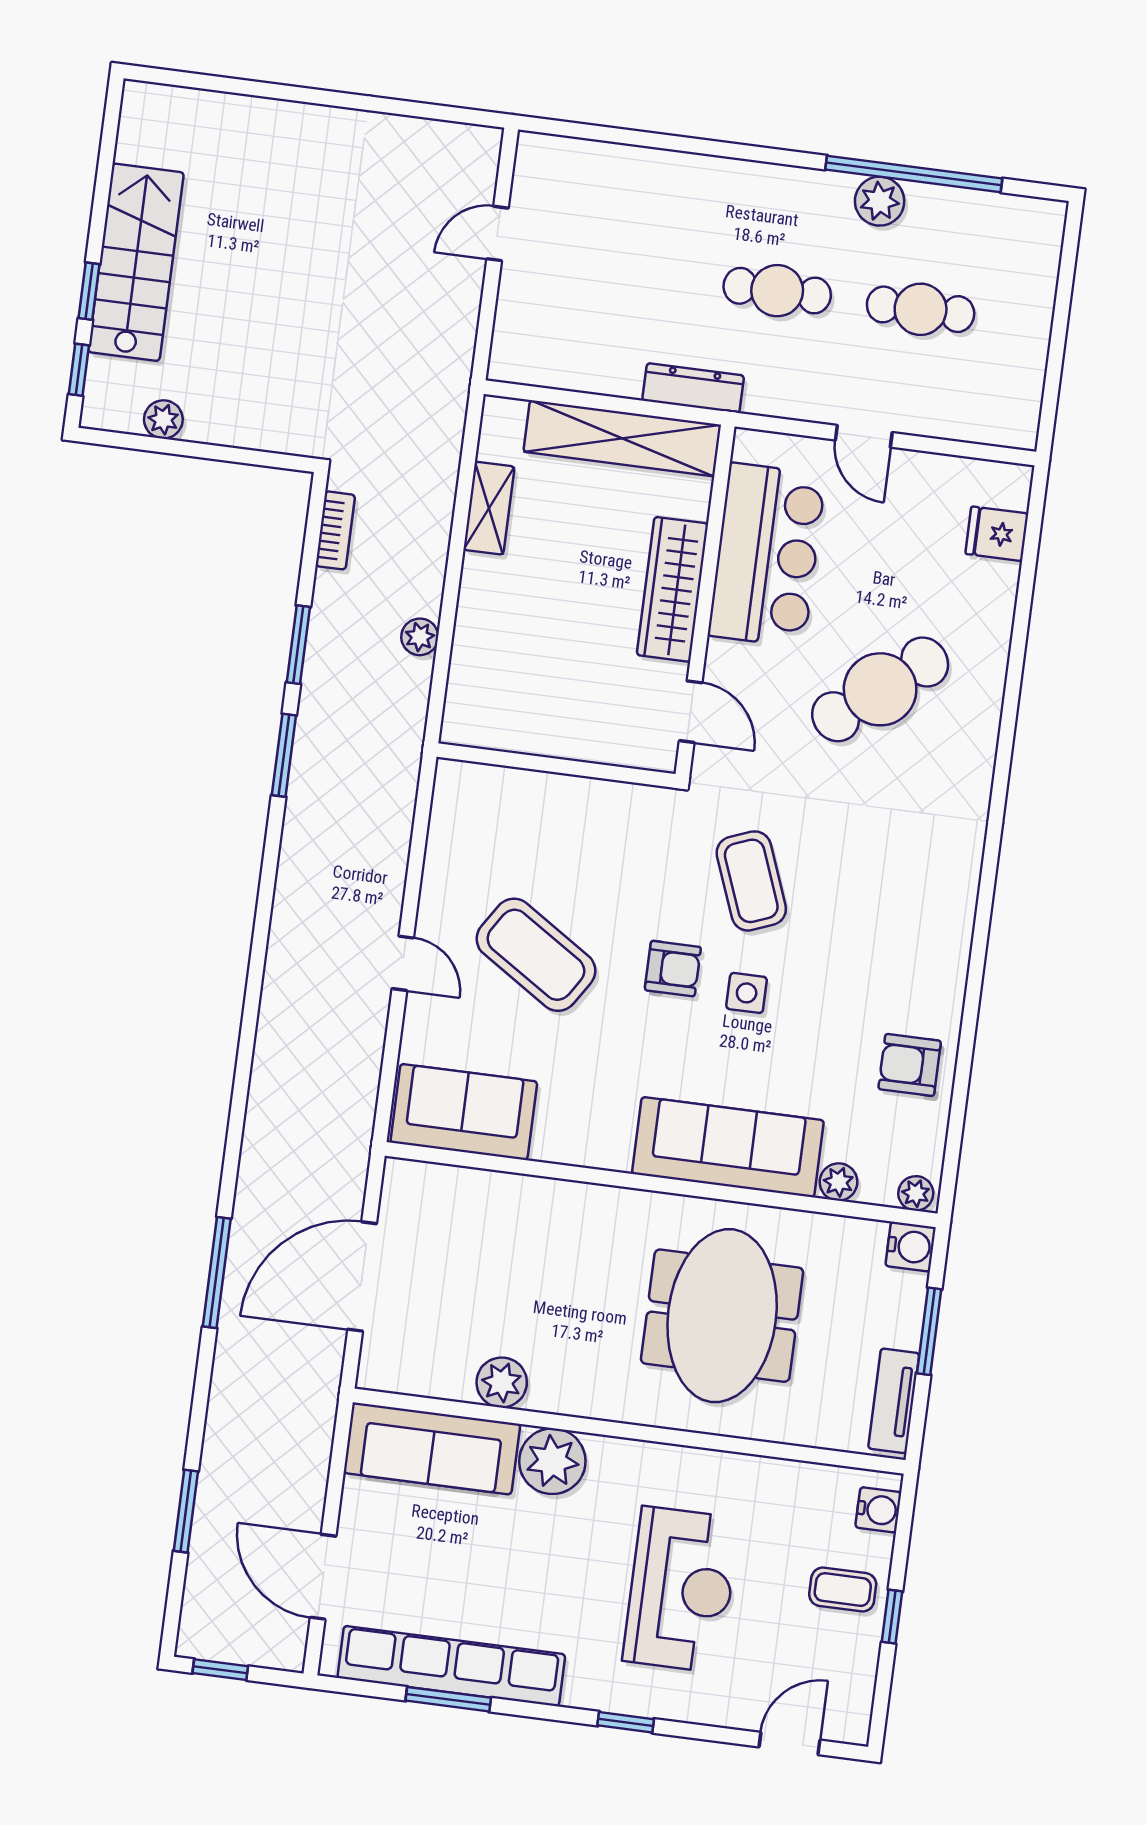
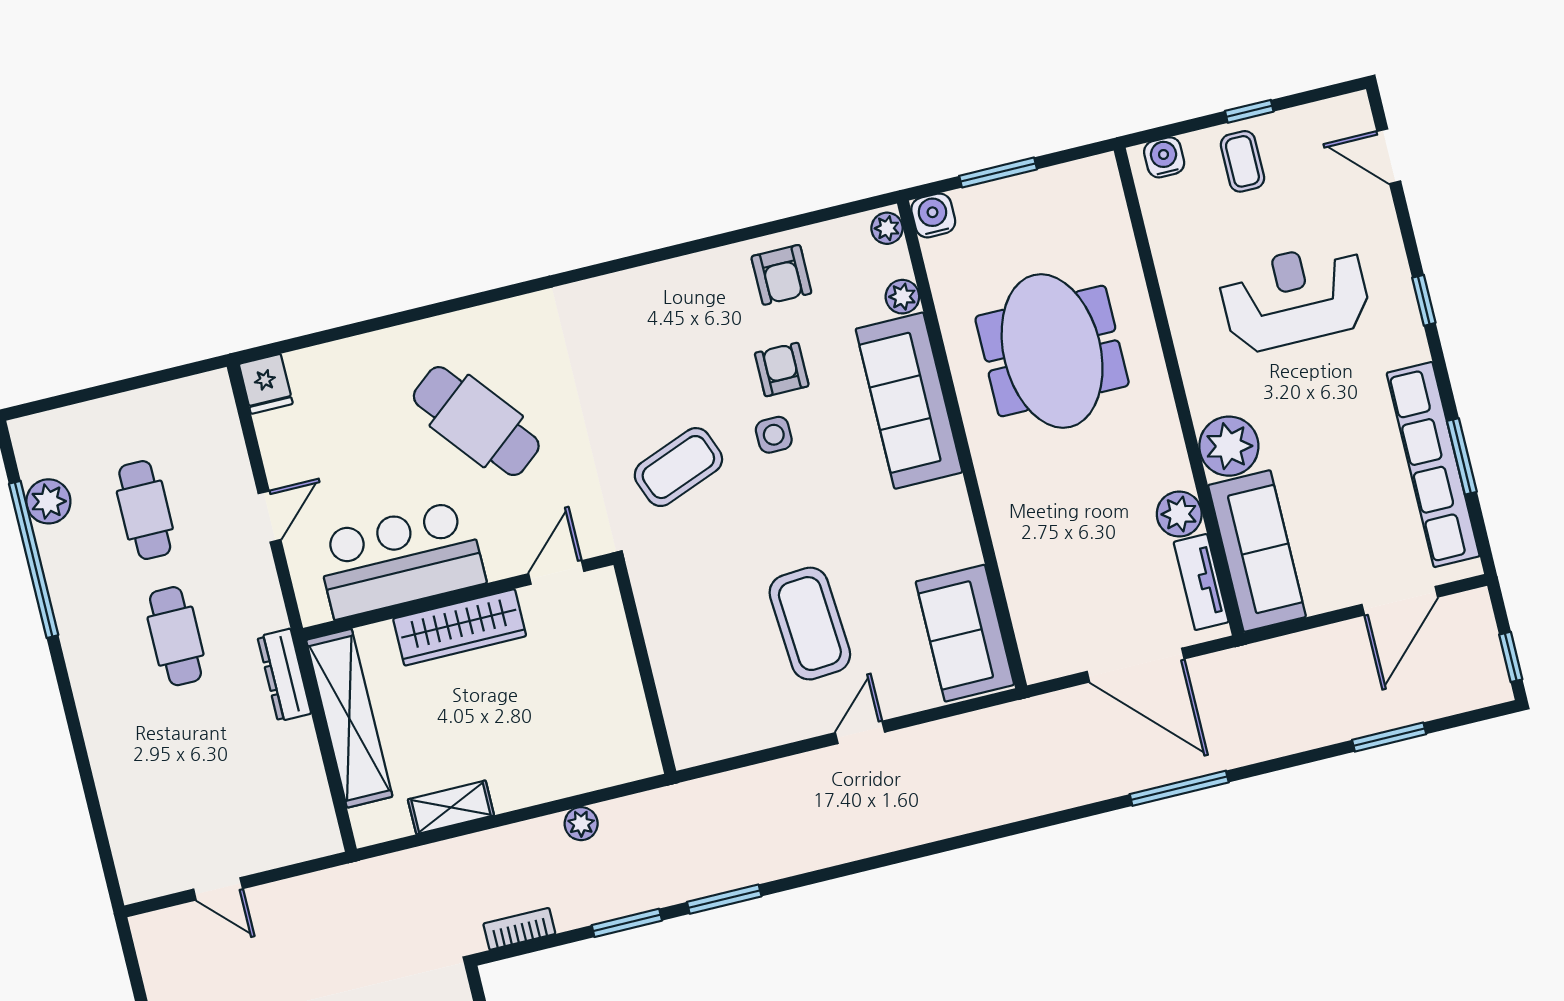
plant: (880, 201) -> (48, 501), moved
fridge: (997, 534) -> (266, 384), moved
coffee table: (536, 955) -> (810, 624), turned -37
armchair: (673, 969) -> (782, 369), moved
meeting table: (722, 1316) -> (1052, 351), turned 90
tv unit: (894, 1401) -> (1201, 582), moved, turned 90

